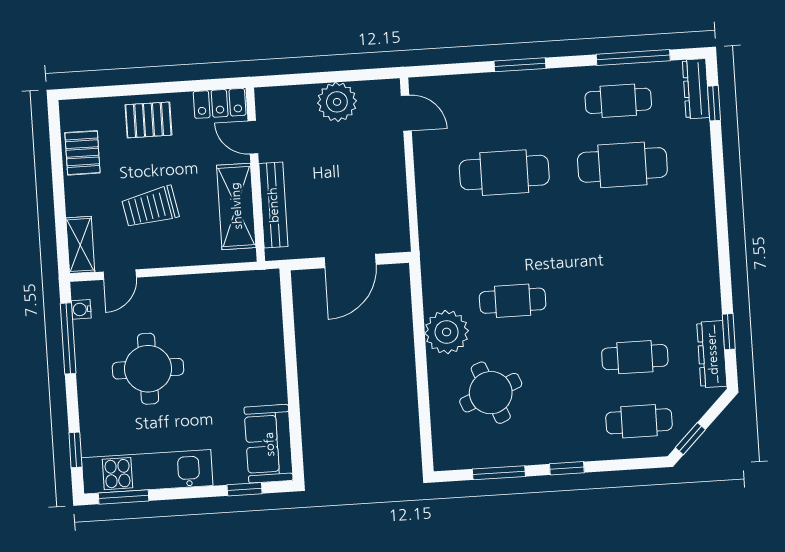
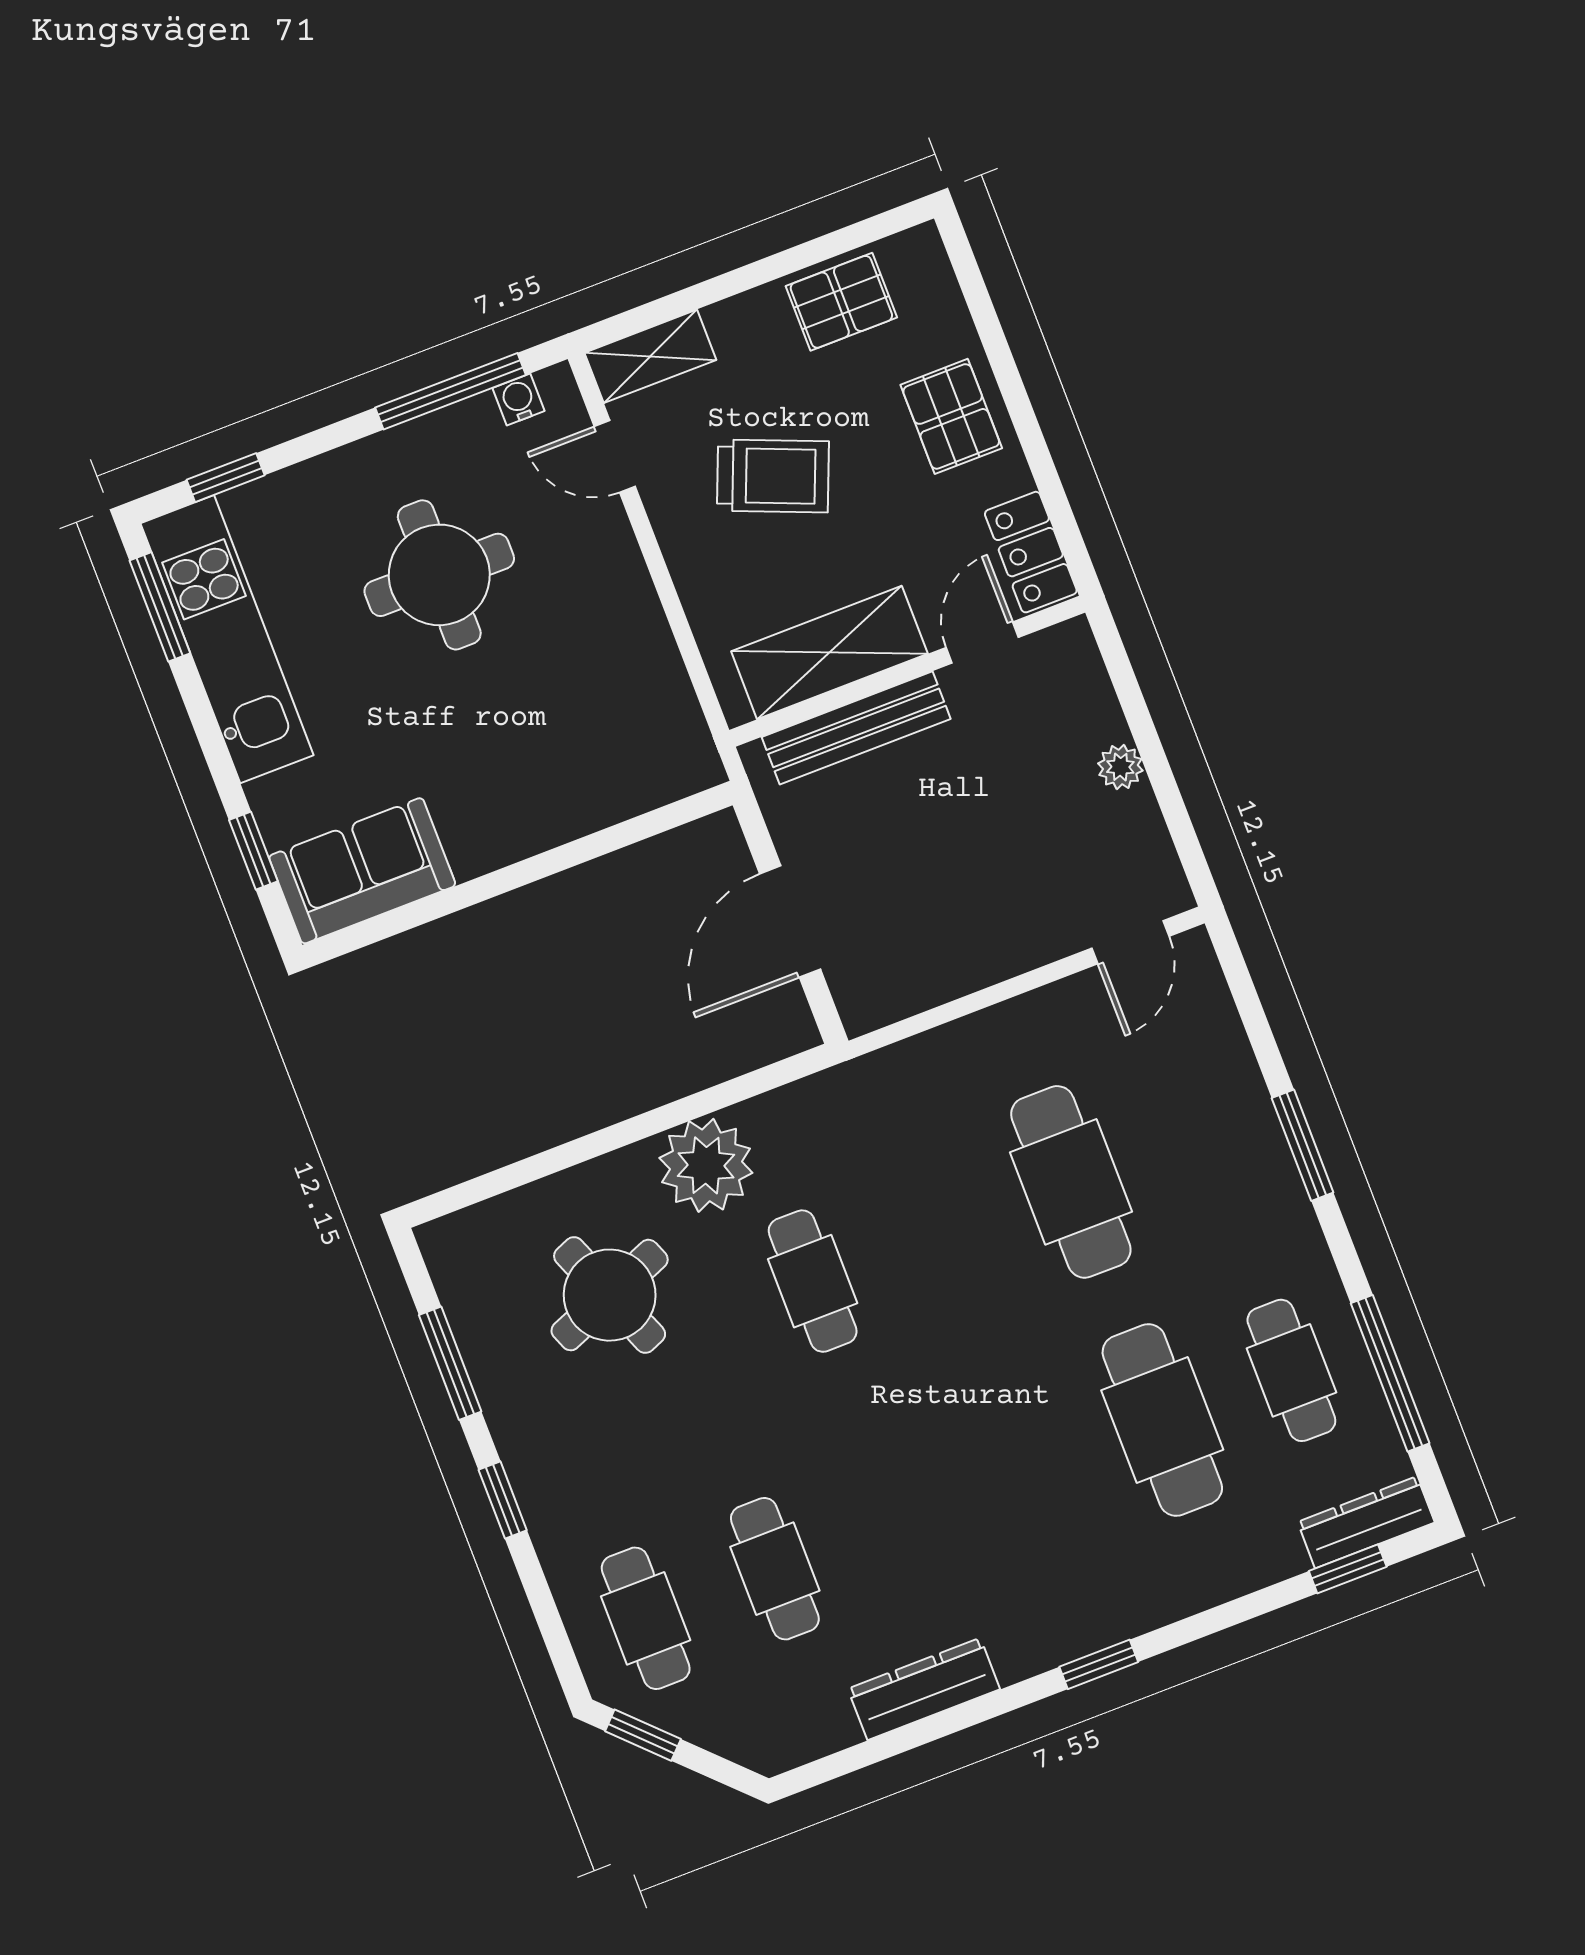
plant: (337, 102) -> (1120, 767), width x0.53, depth x0.53
trolley: (150, 207) -> (773, 476), turned 123
door: (350, 261) -> (790, 922), hinge flipped
window: (729, 332) -> (1099, 1664), moved
dresser: (712, 354) -> (924, 1689), moved

